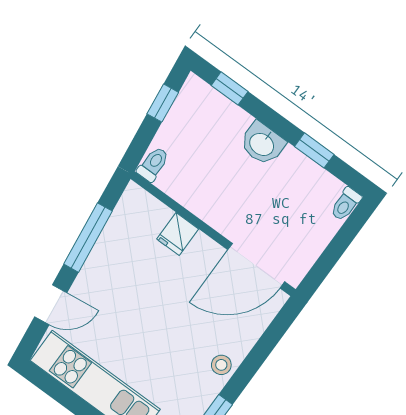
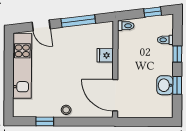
window: (230, 88) -> (177, 54), moved
washbasin: (262, 144) -> (165, 85), moved
toilet: (346, 204) -> (165, 40), moved

